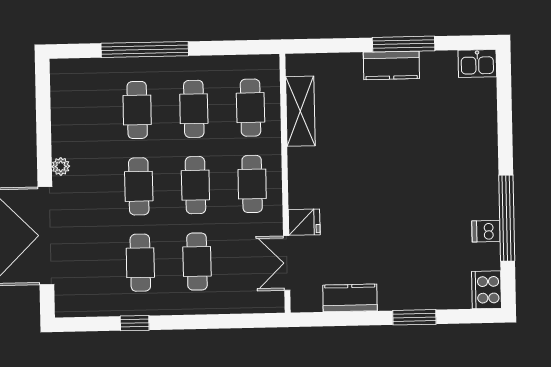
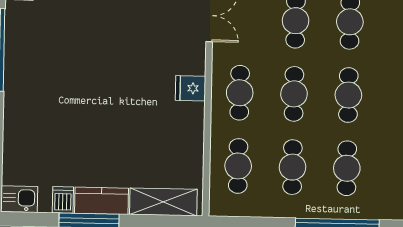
shelving: (300, 111) -> (163, 202), moved, turned 90
fridge: (304, 222) -> (191, 88), moved
dishwasher: (486, 231) -> (63, 200), moved, turned -90

